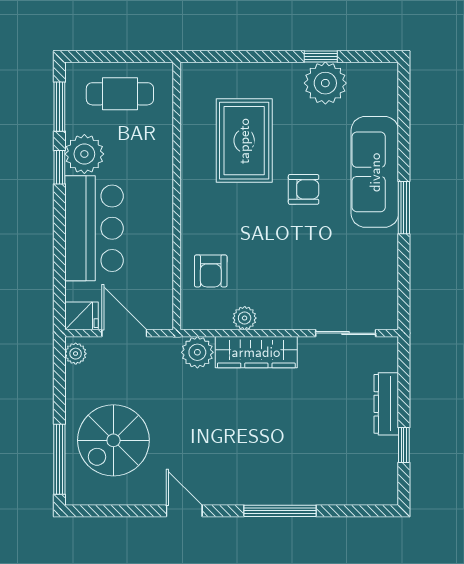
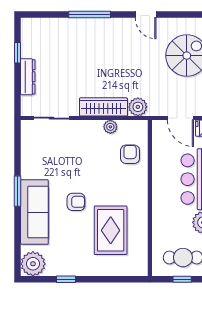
window: (121, 56) -> (182, 279), added
plant: (325, 83) -> (33, 264), moved
armchair: (304, 189) -> (76, 202), turned 180

